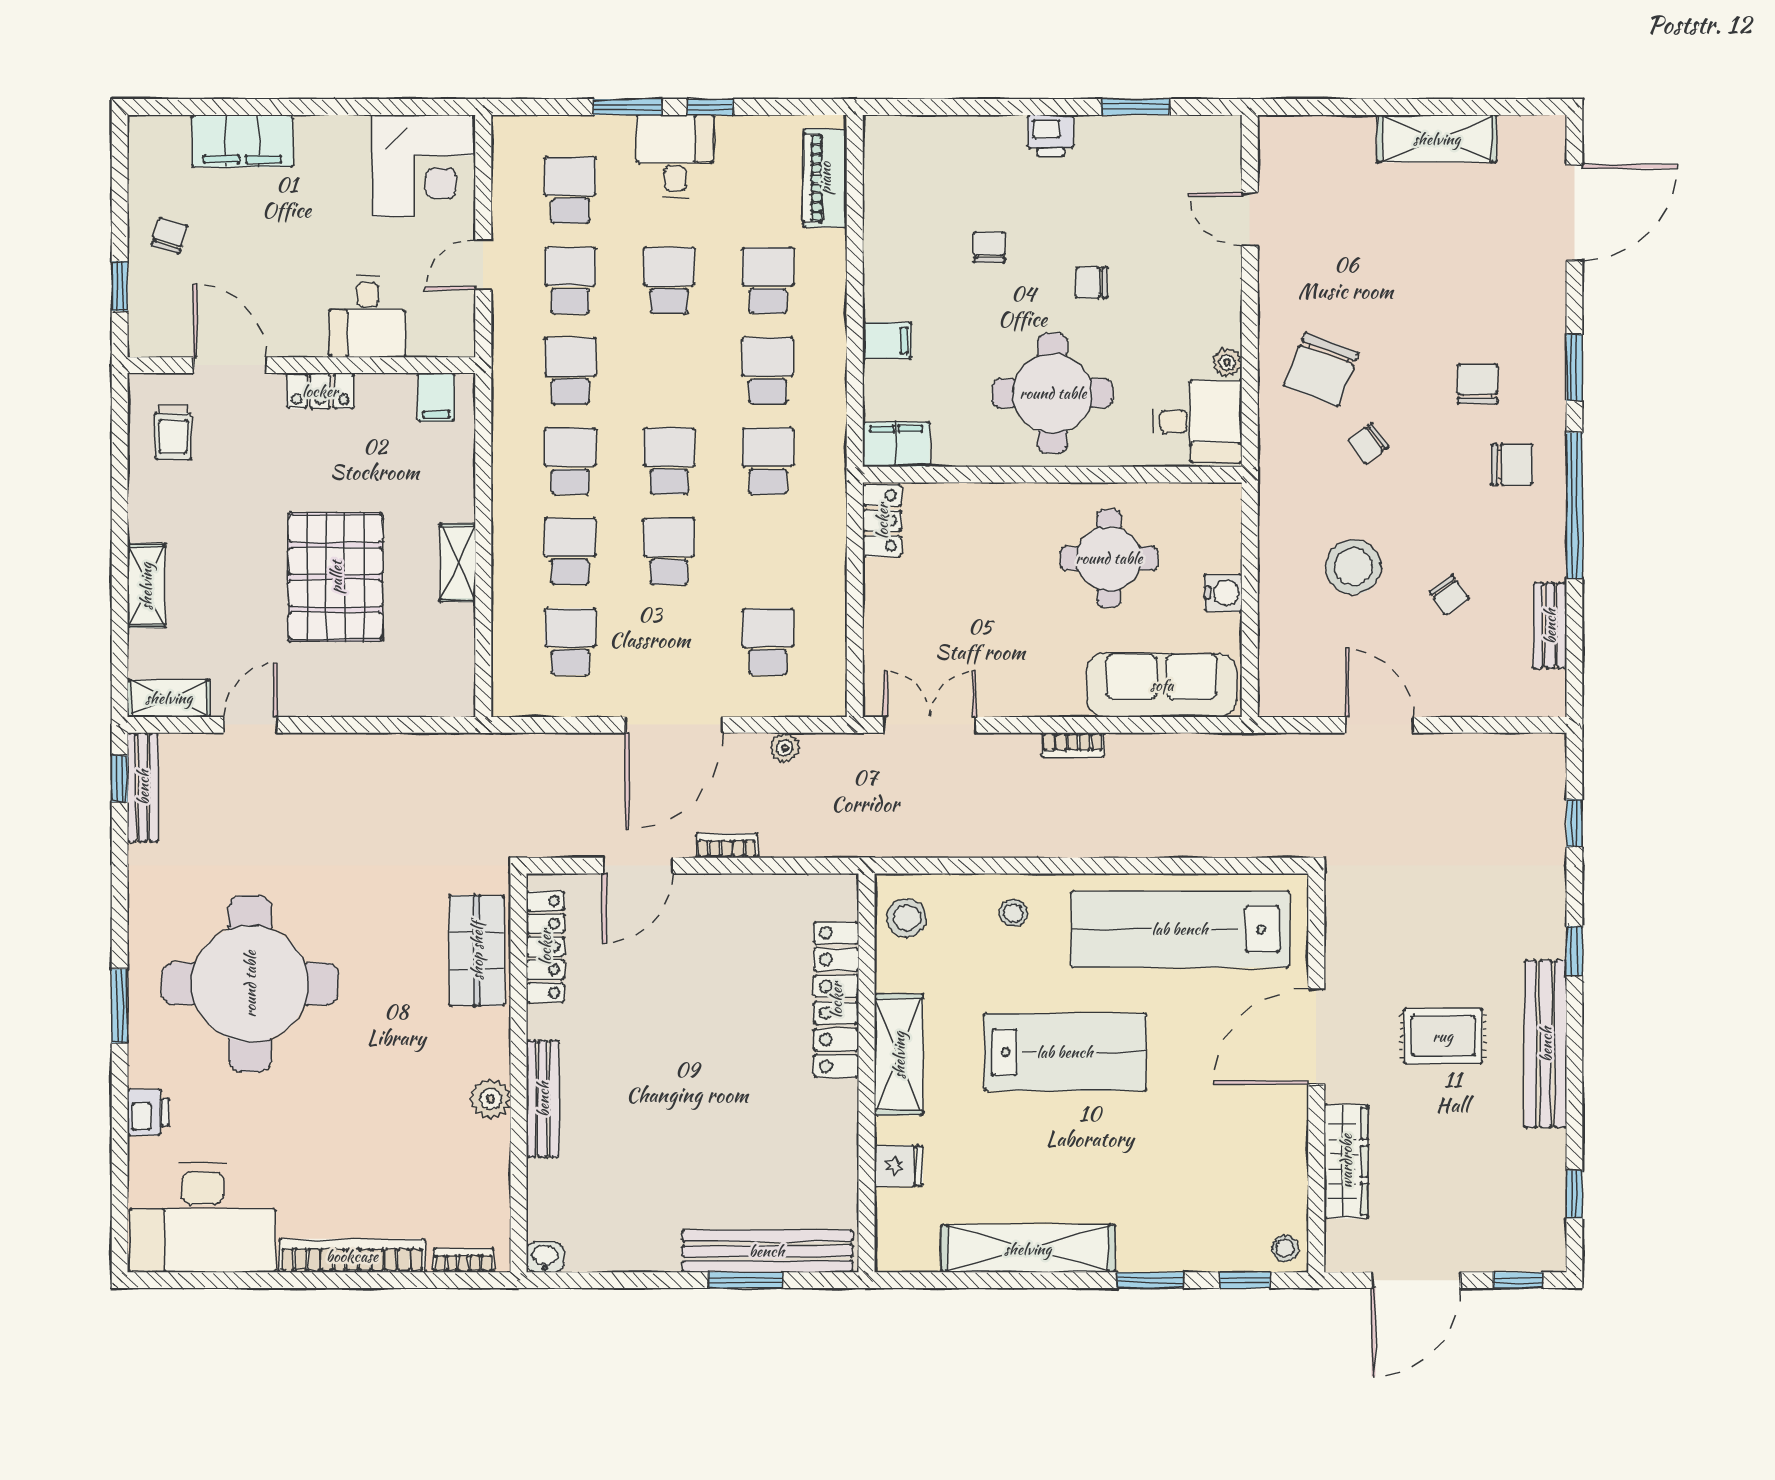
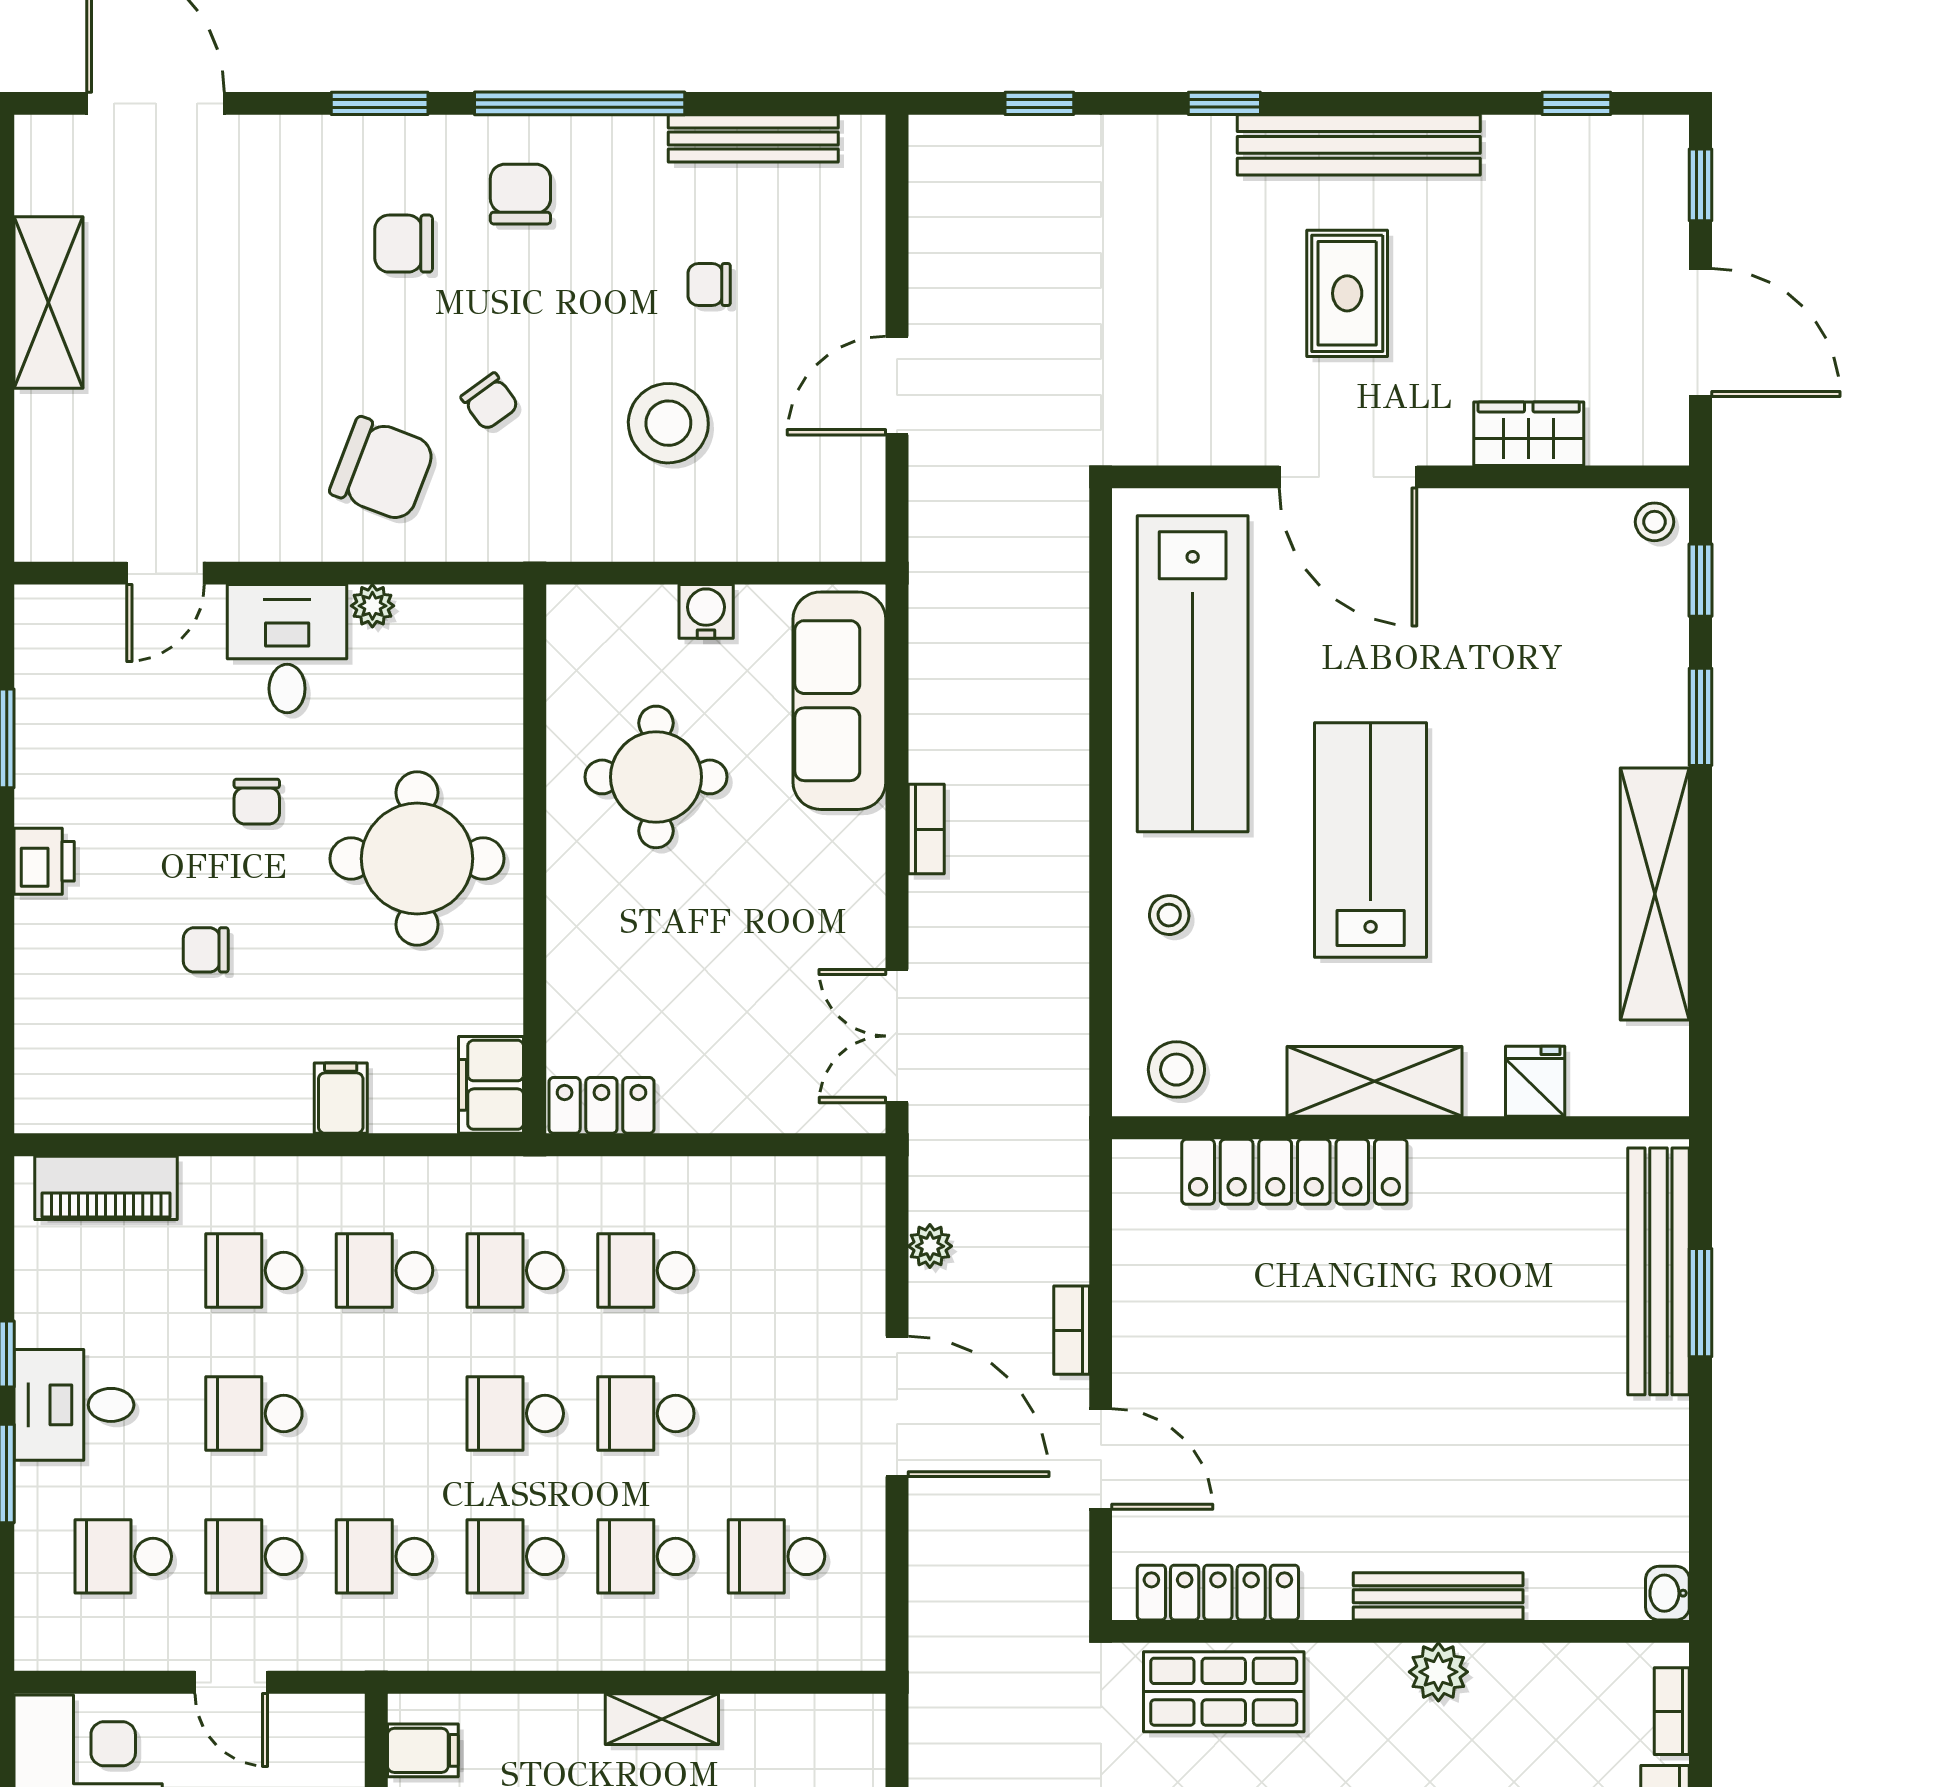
desk: (1198, 421) -> (287, 649), moved
chair: (1449, 595) -> (709, 284), turned -144
bench: (1550, 626) -> (753, 138), width x1.36
school desk: (768, 642) -> (646, 1271), moved
wardrobe: (1346, 1161) -> (1529, 434), width x0.67

